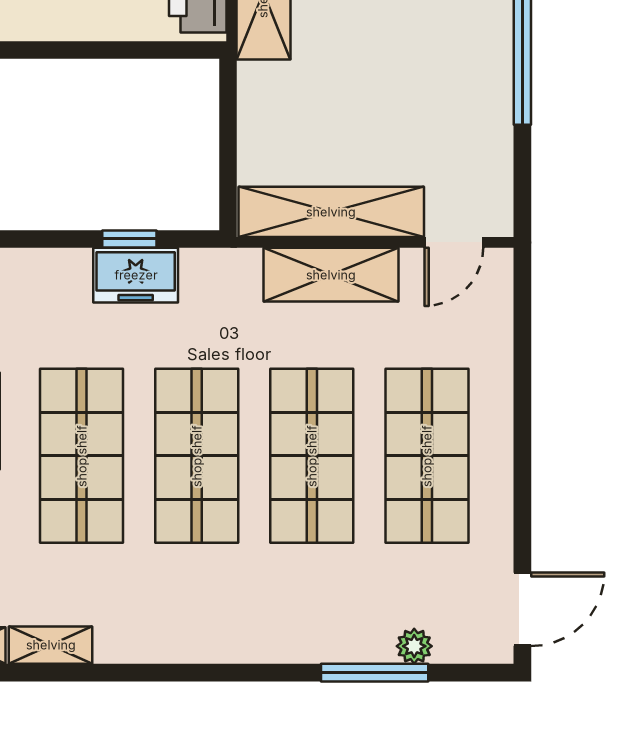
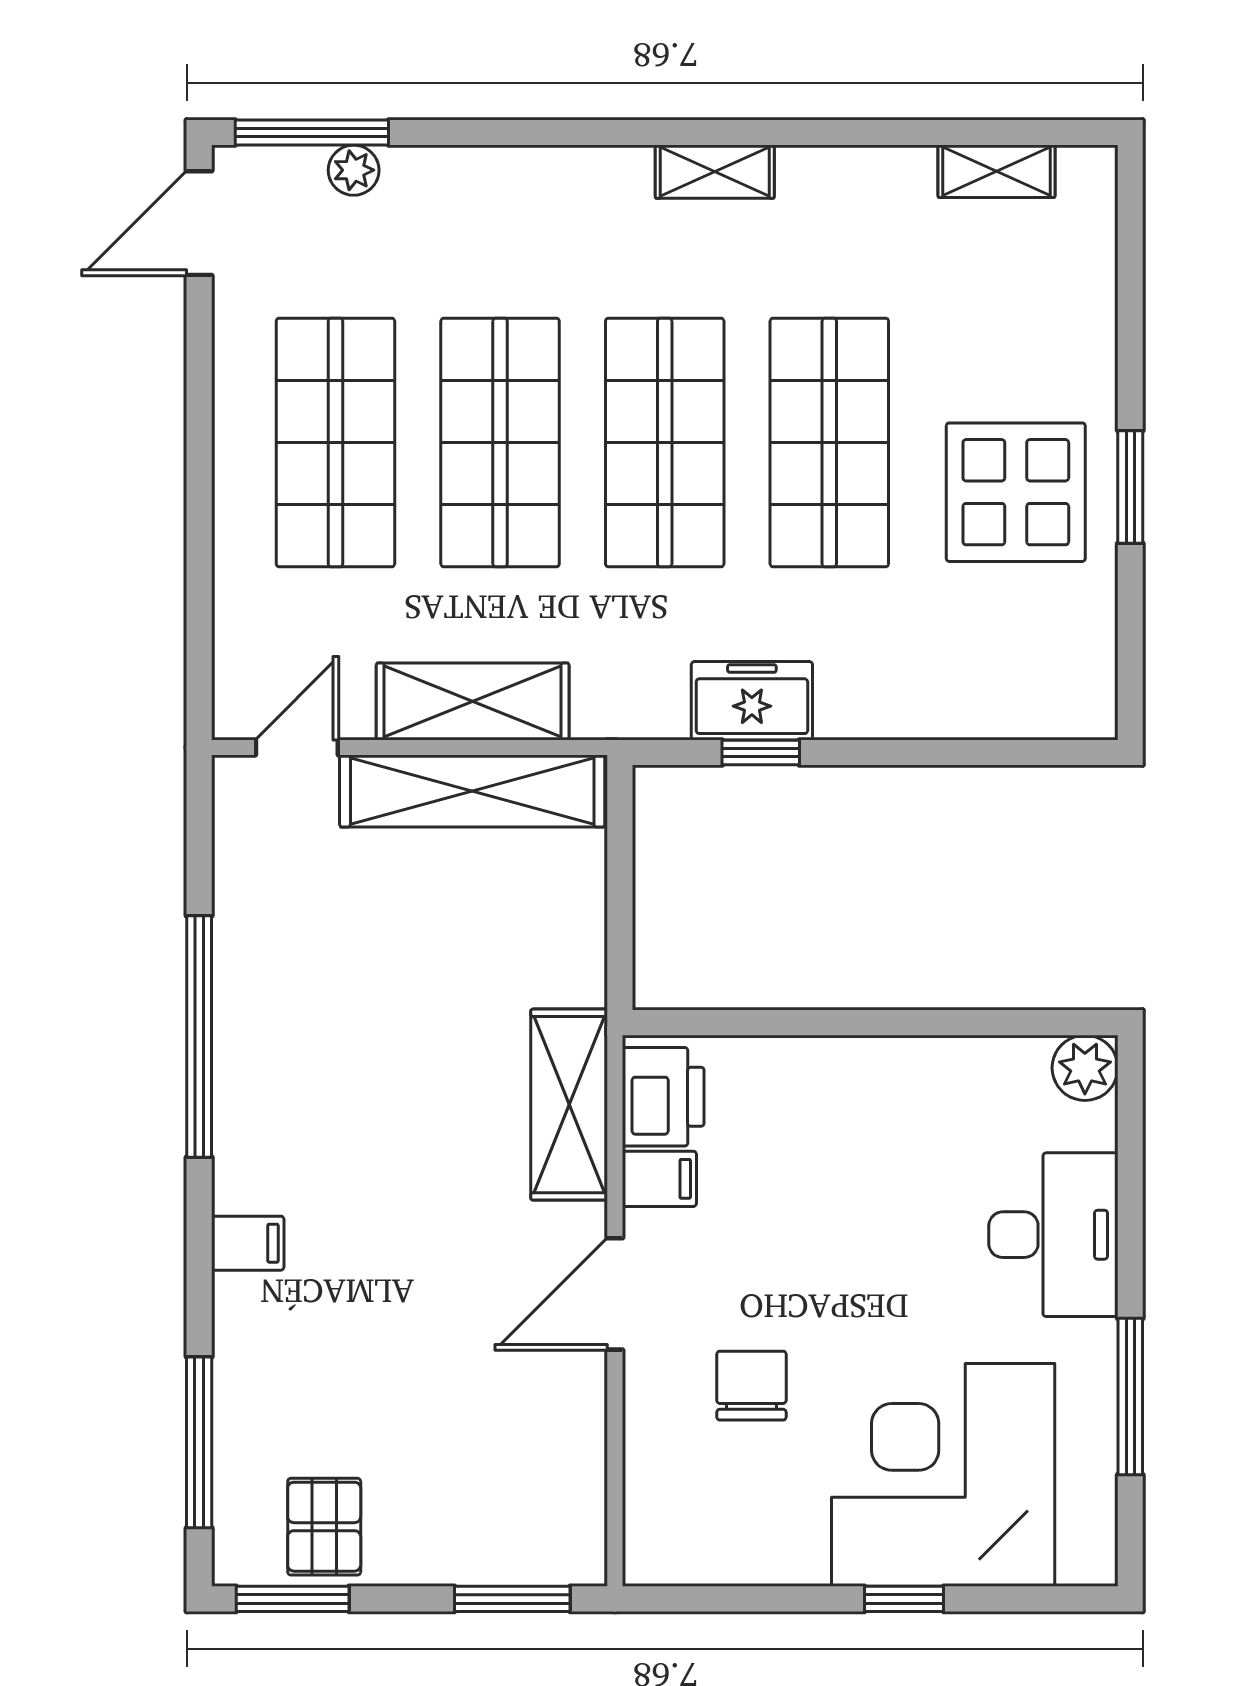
shelving: (51, 645) -> (715, 172), moved
window: (375, 673) -> (312, 133), moved

